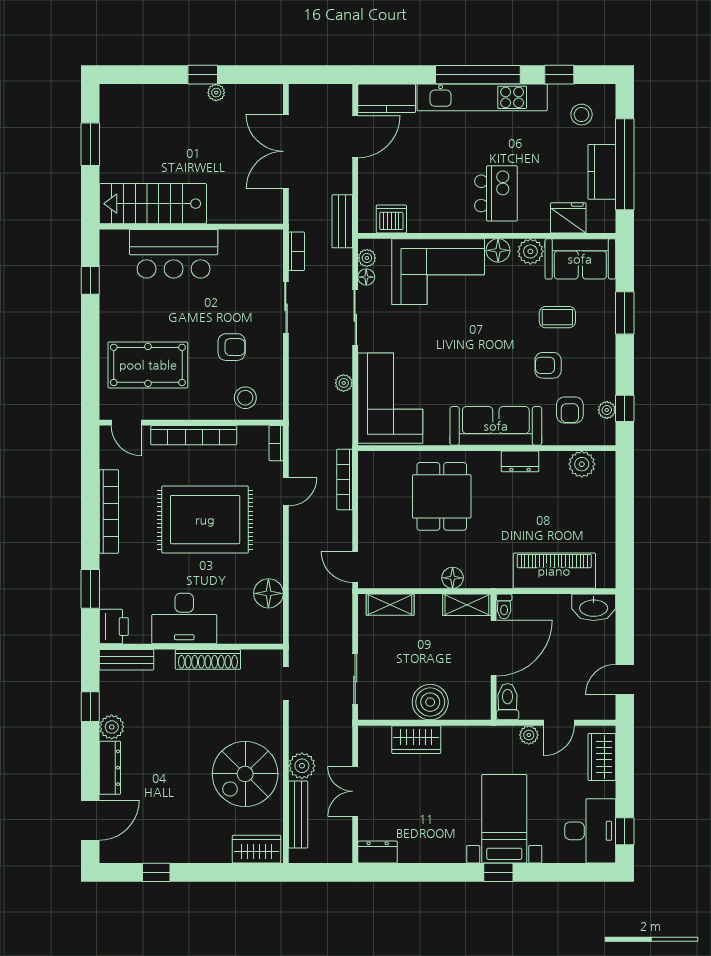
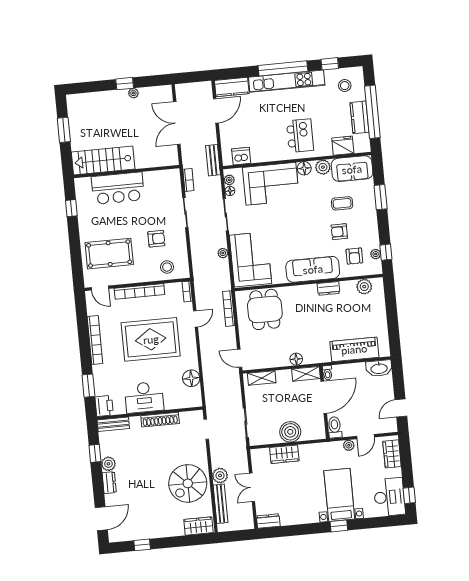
dining table: (442, 496) -> (265, 309), moved
dresser: (110, 768) -> (109, 483), width x0.70

